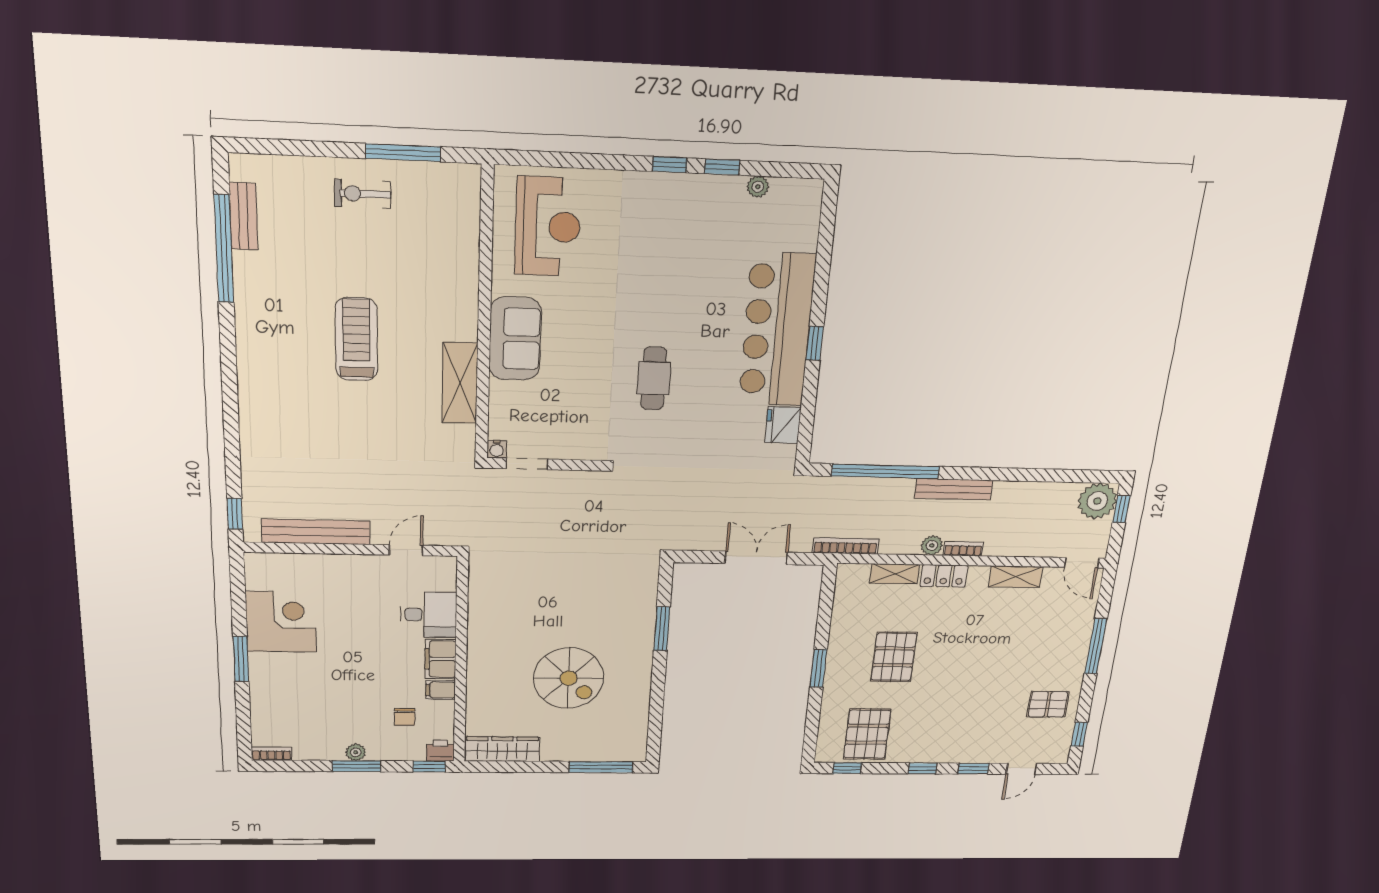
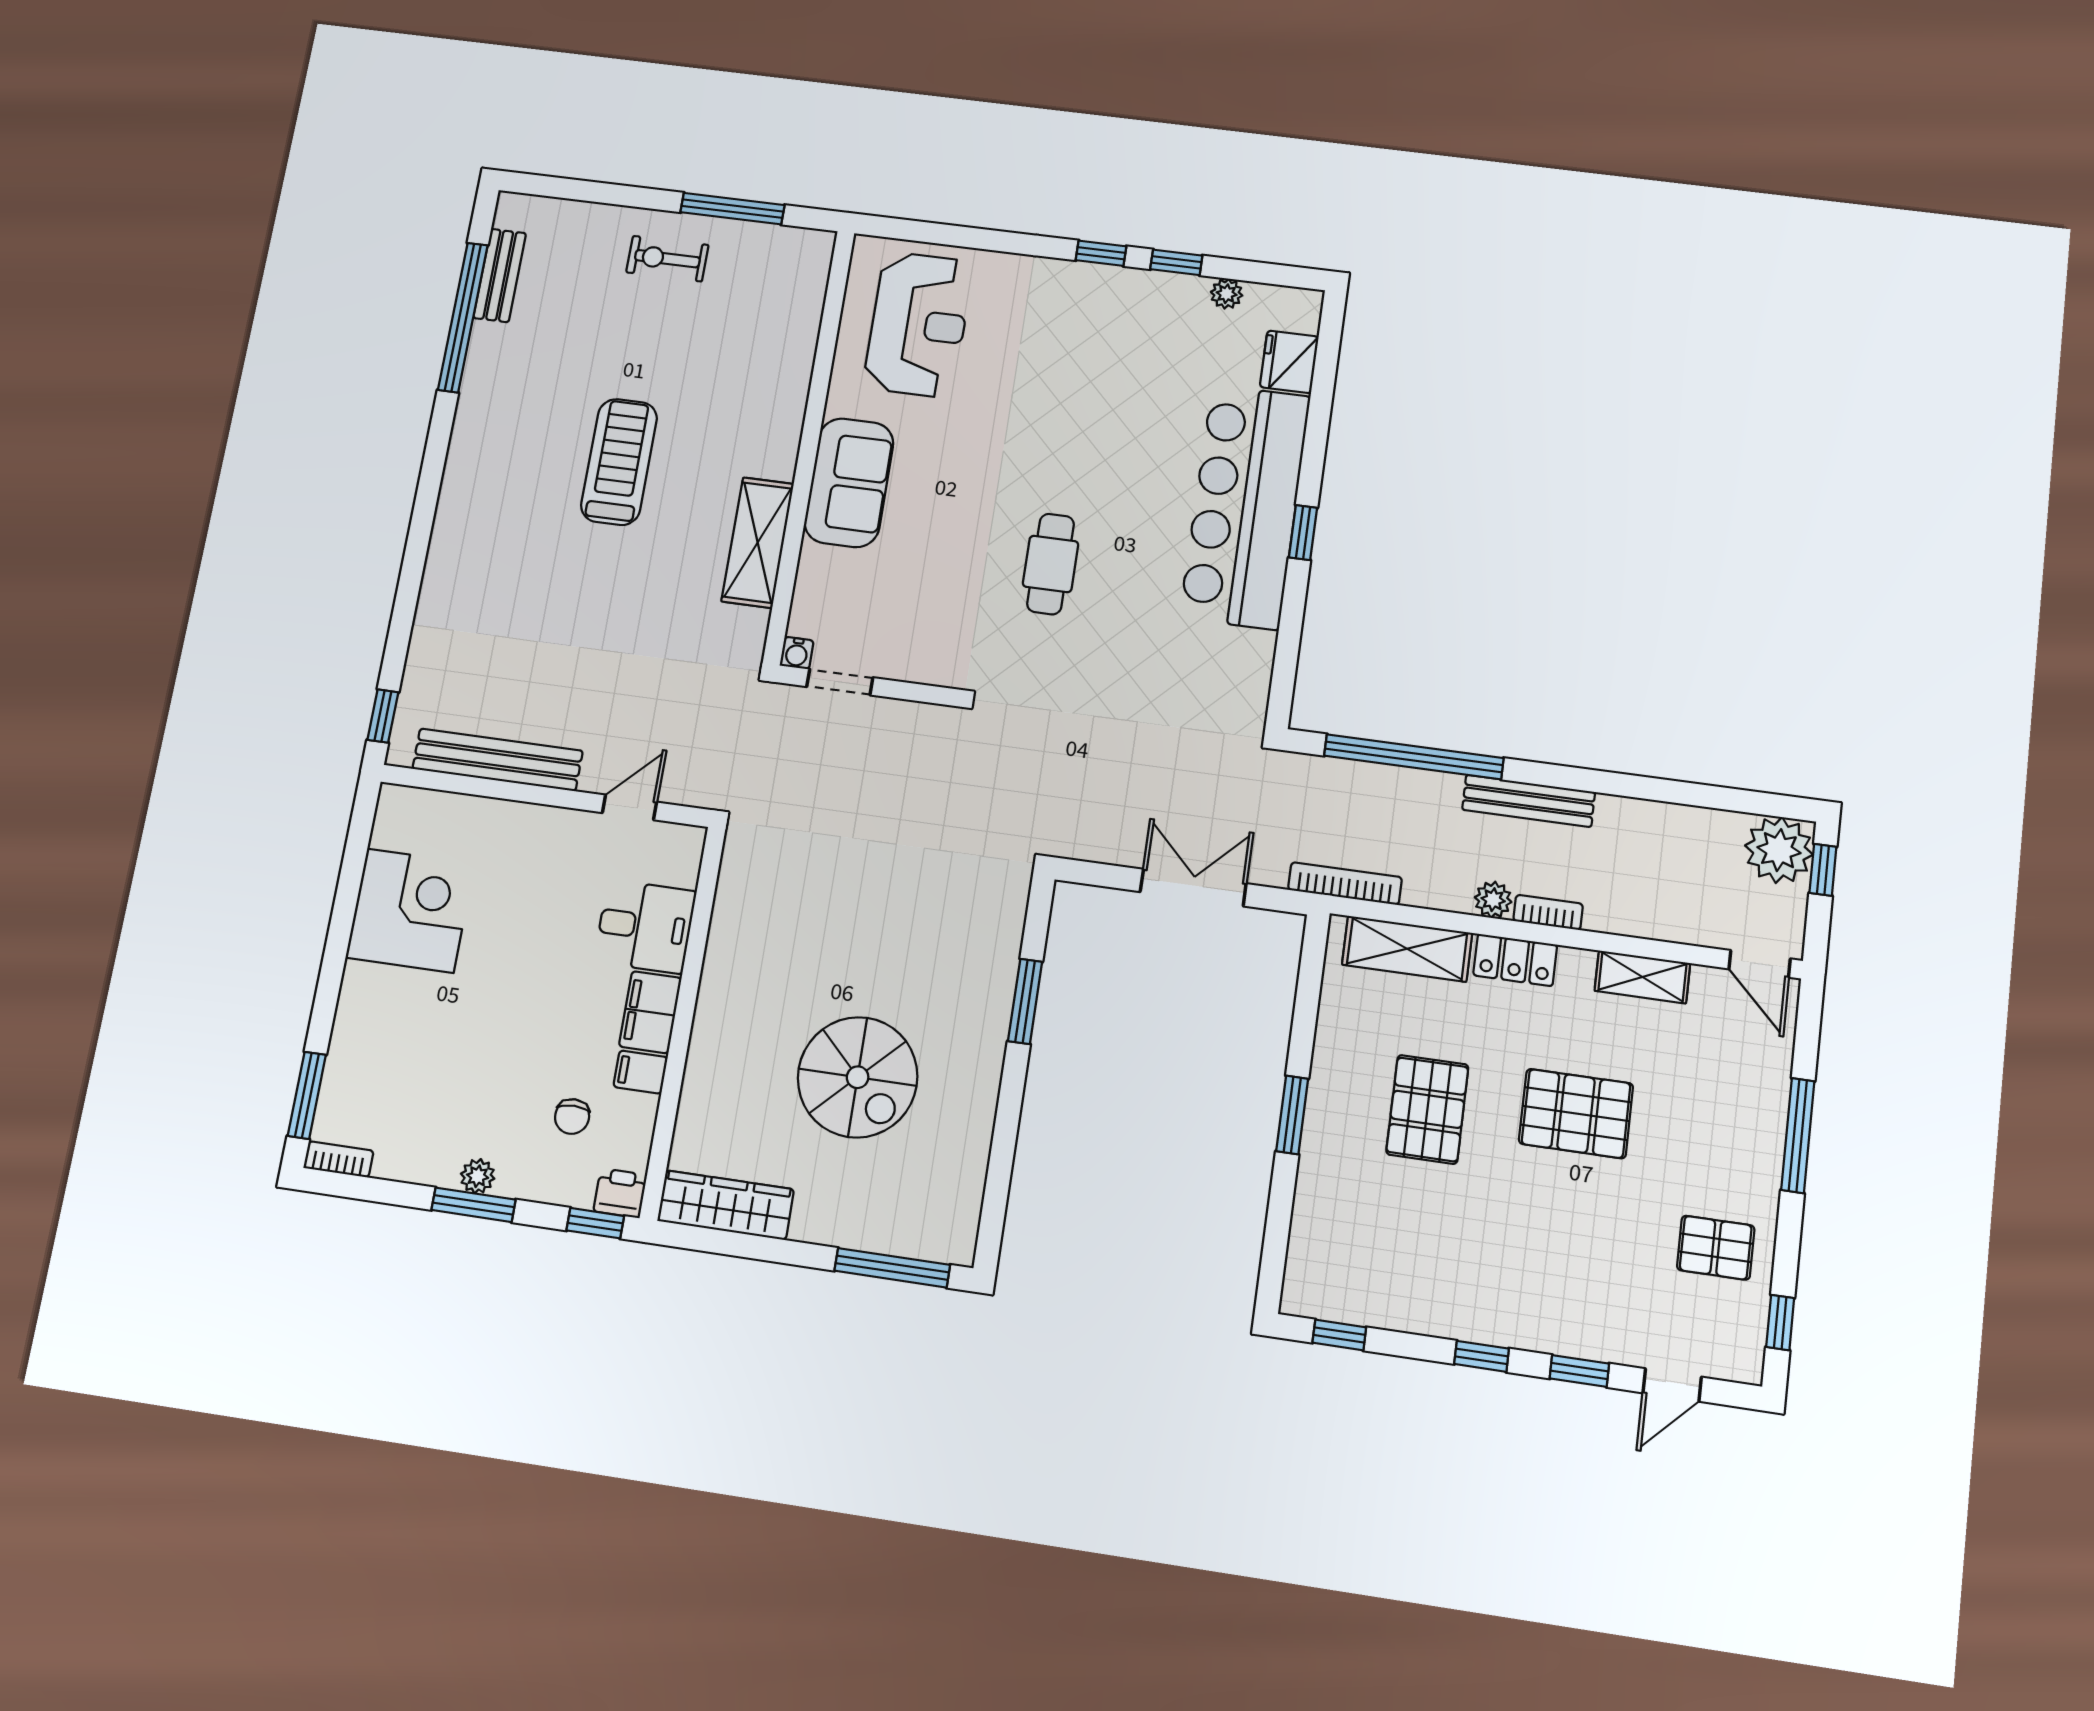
fridge: (783, 425) -> (1289, 362), moved
shelving: (894, 574) -> (1407, 949), width x1.50, depth x1.33
window: (241, 659) -> (307, 1095), moved
pallet: (867, 734) -> (1576, 1114), moved, turned 90

